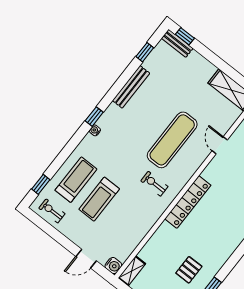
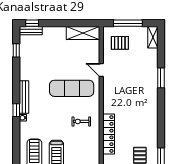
bench: (131, 87) -> (24, 97), moved
exercise mat: (172, 140) -> (72, 88), turned 90
locker: (188, 202) -> (109, 134), moved

